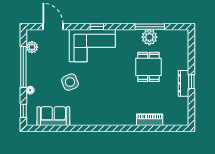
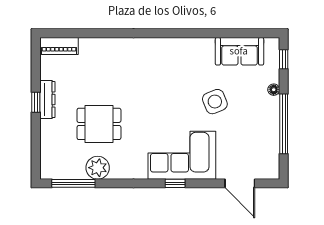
window: (150, 27) -> (73, 183), moved
plant: (32, 47) -> (271, 153), removed
dining table: (149, 67) -> (99, 124), turned 90
piano: (150, 120) -> (59, 46), moved

